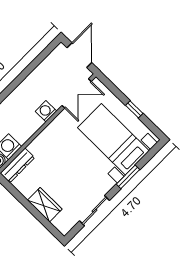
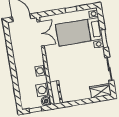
washing machine: (46, 111) -> (41, 71), moved
wardrobe: (45, 205) -> (101, 91), moved

